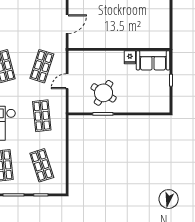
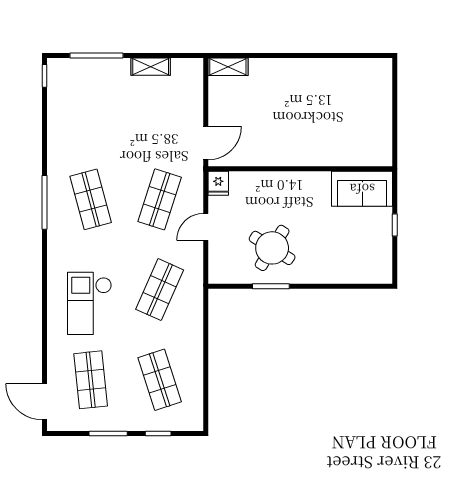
door: (67, 24) -> (206, 143), moved
fridge: (130, 57) -> (218, 183), moved
shop shelf: (42, 116) -> (160, 290), turned 30

